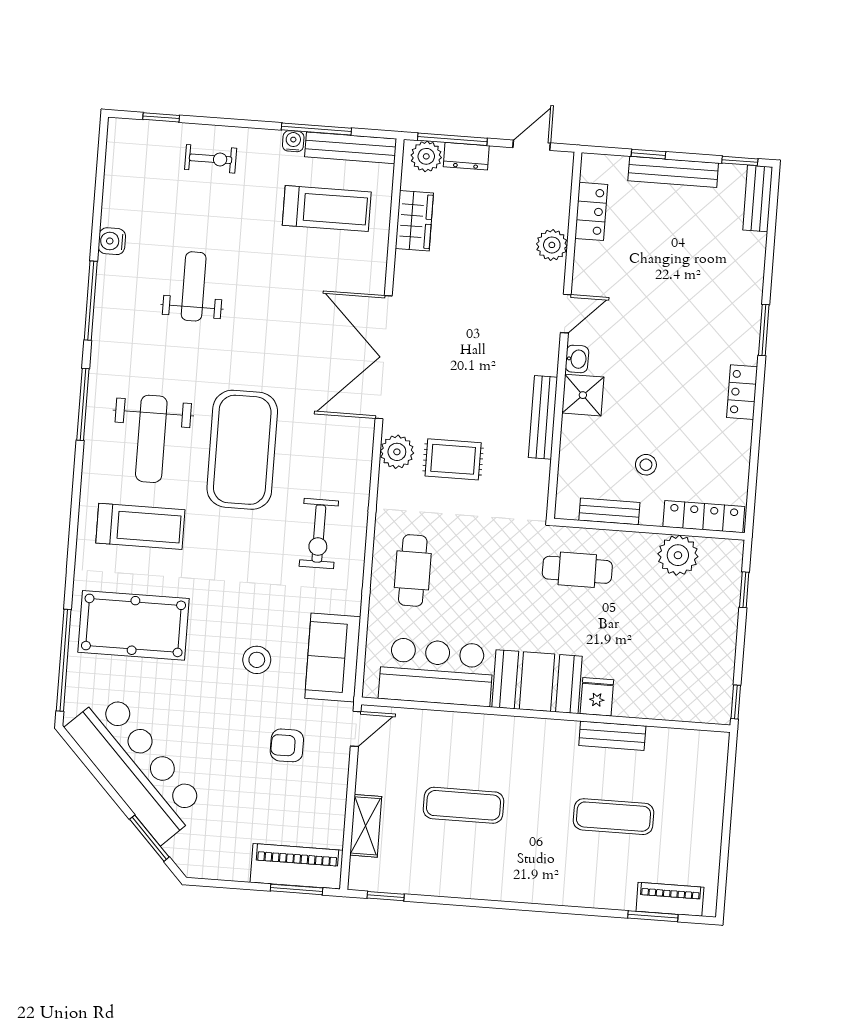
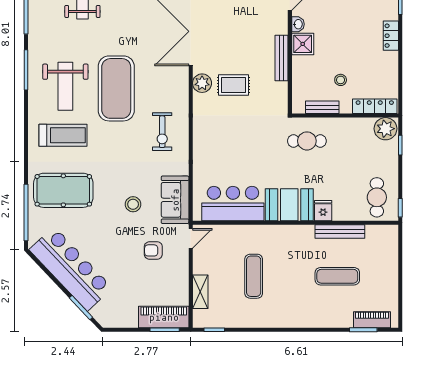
plant: (678, 555) -> (385, 129), moved
cafe table: (413, 570) -> (377, 197), moved
bench: (612, 736) -> (340, 232), width x1.36
exercise mat: (464, 805) -> (254, 276), turned 90

